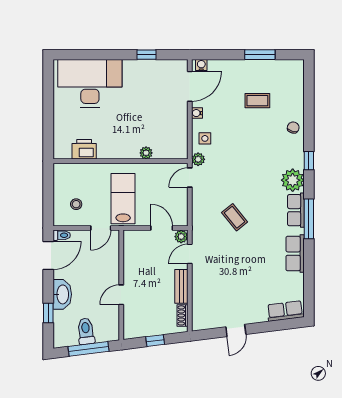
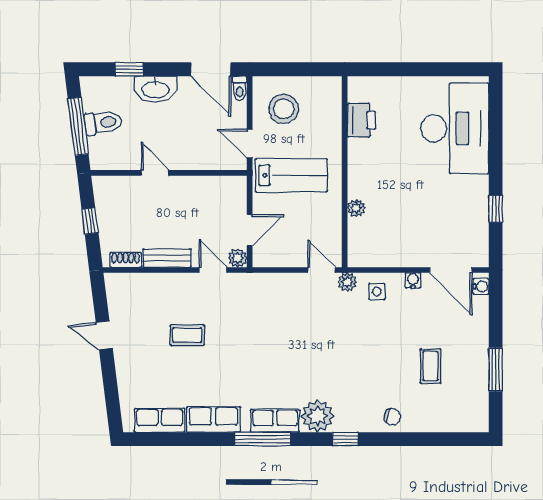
stool: (76, 204) -> (284, 109), width x1.89, depth x1.89
coffee table: (235, 217) -> (187, 335), moved, turned 39
row of seats: (285, 311) -> (160, 420), moved, turned -83

